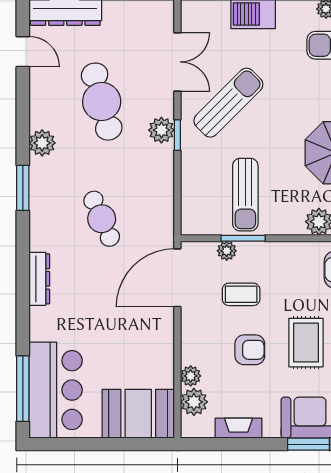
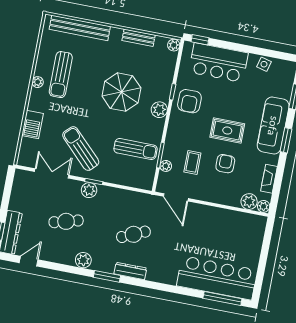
cafe table: (102, 102) -> (66, 221), width x0.73, depth x0.74
door: (177, 278) -> (176, 197), width x0.73
dresser: (39, 279) -> (130, 271), moved
plant: (191, 376) -> (264, 206), moved
bar counter: (56, 390) -> (217, 278), width x1.36
booth: (138, 414) -> (250, 235), removed

